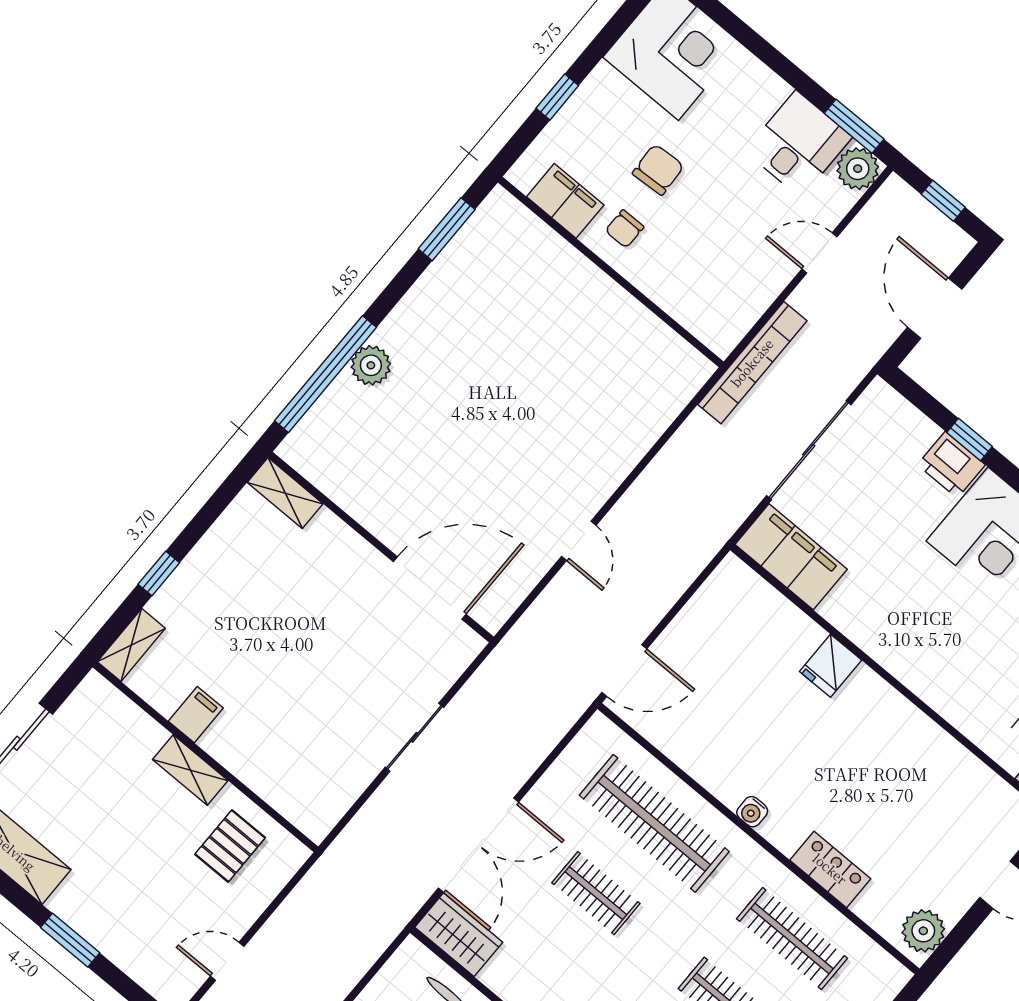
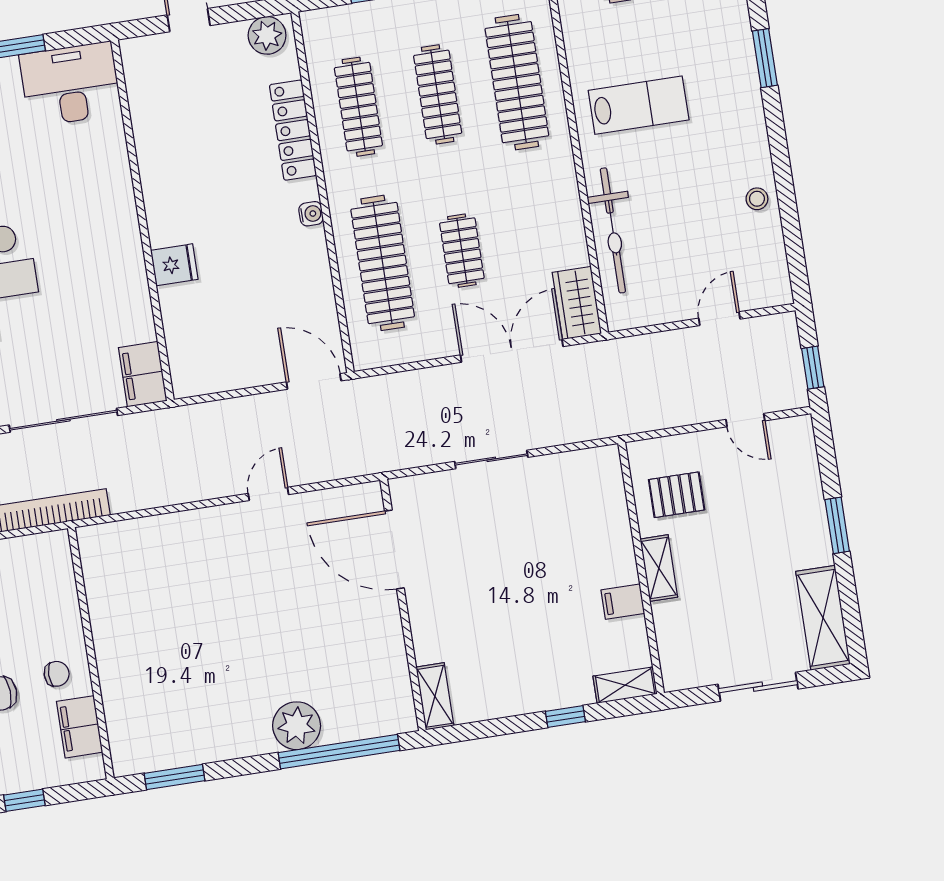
plant: (371, 365) -> (297, 726), width x1.36, depth x1.36
filing cabinet: (791, 557) -> (143, 374), width x0.67, depth x0.86
locker: (830, 869) -> (293, 130), width x1.53

